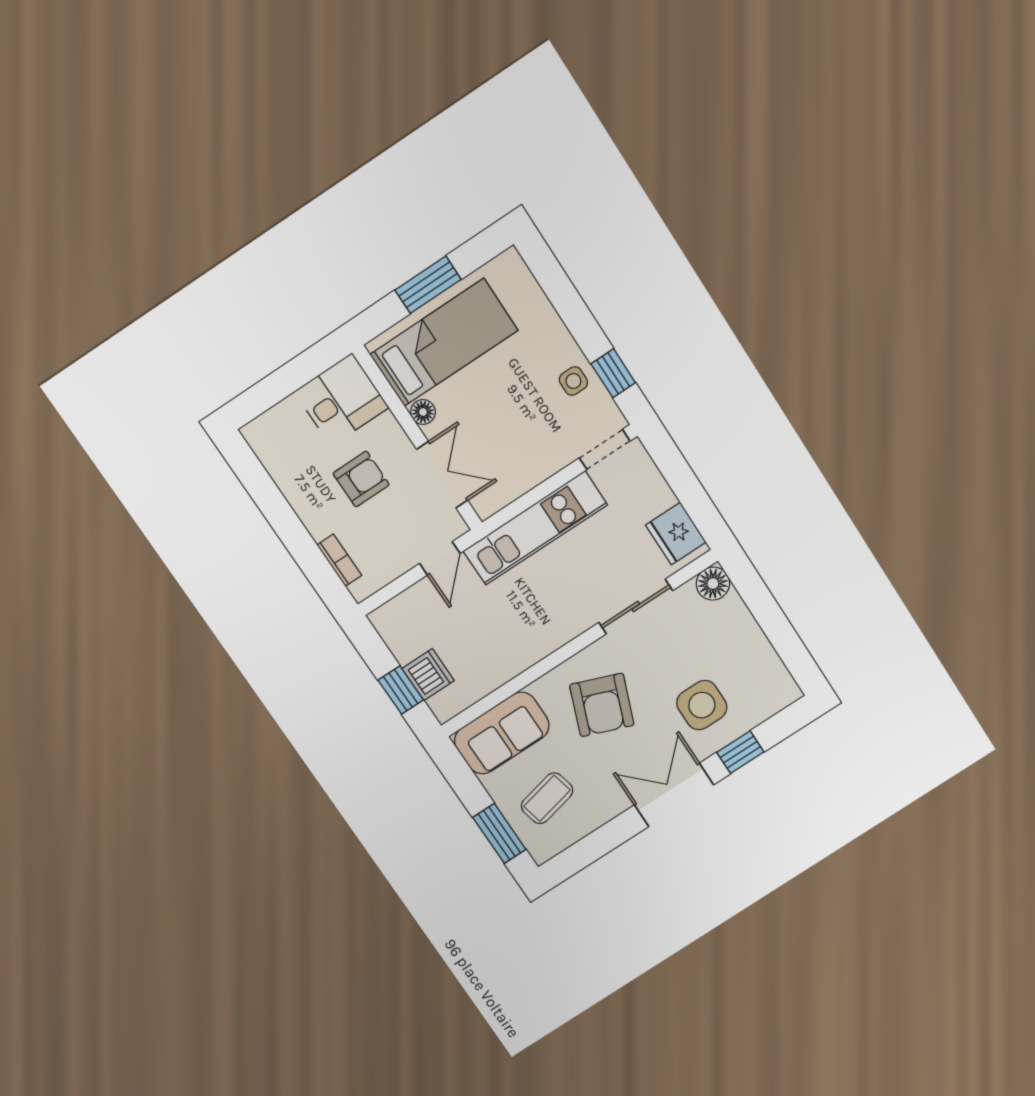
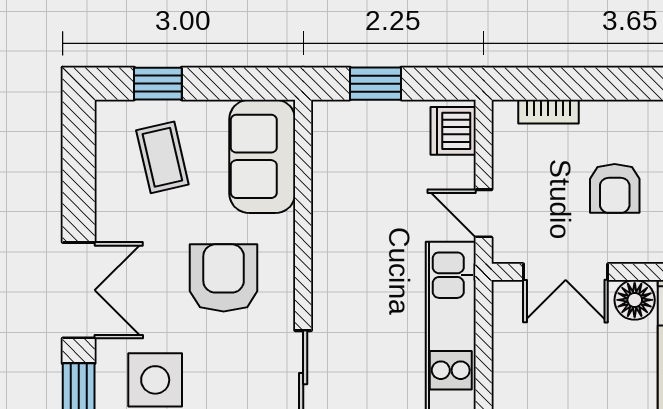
floor lamp: (423, 412) -> (635, 300), width x1.37, depth x1.37
dishwasher: (428, 675) -> (453, 131), moved, turned 90
armchair: (602, 705) -> (224, 278), turned 69
window: (499, 833) -> (158, 84), width x0.67

